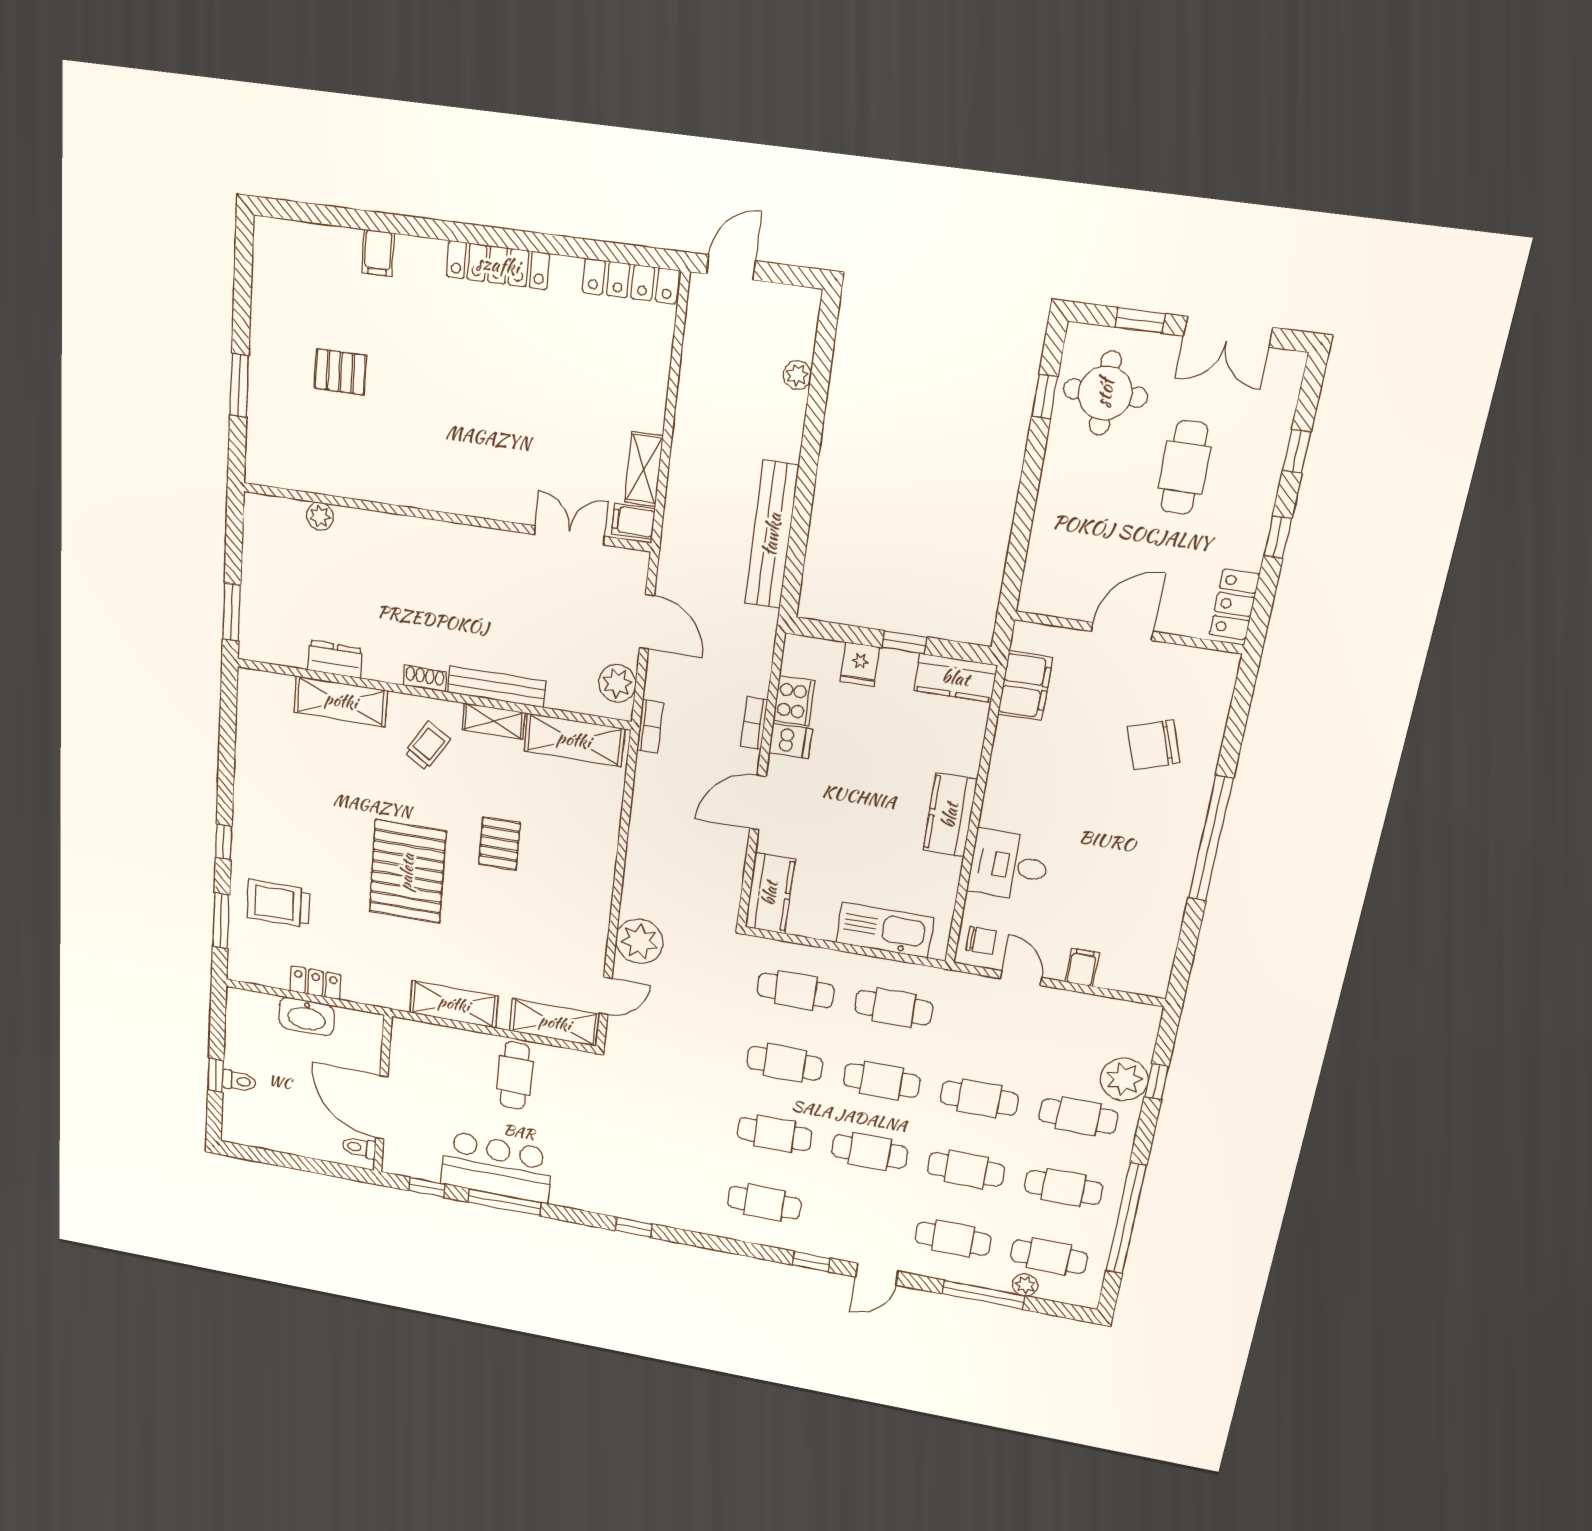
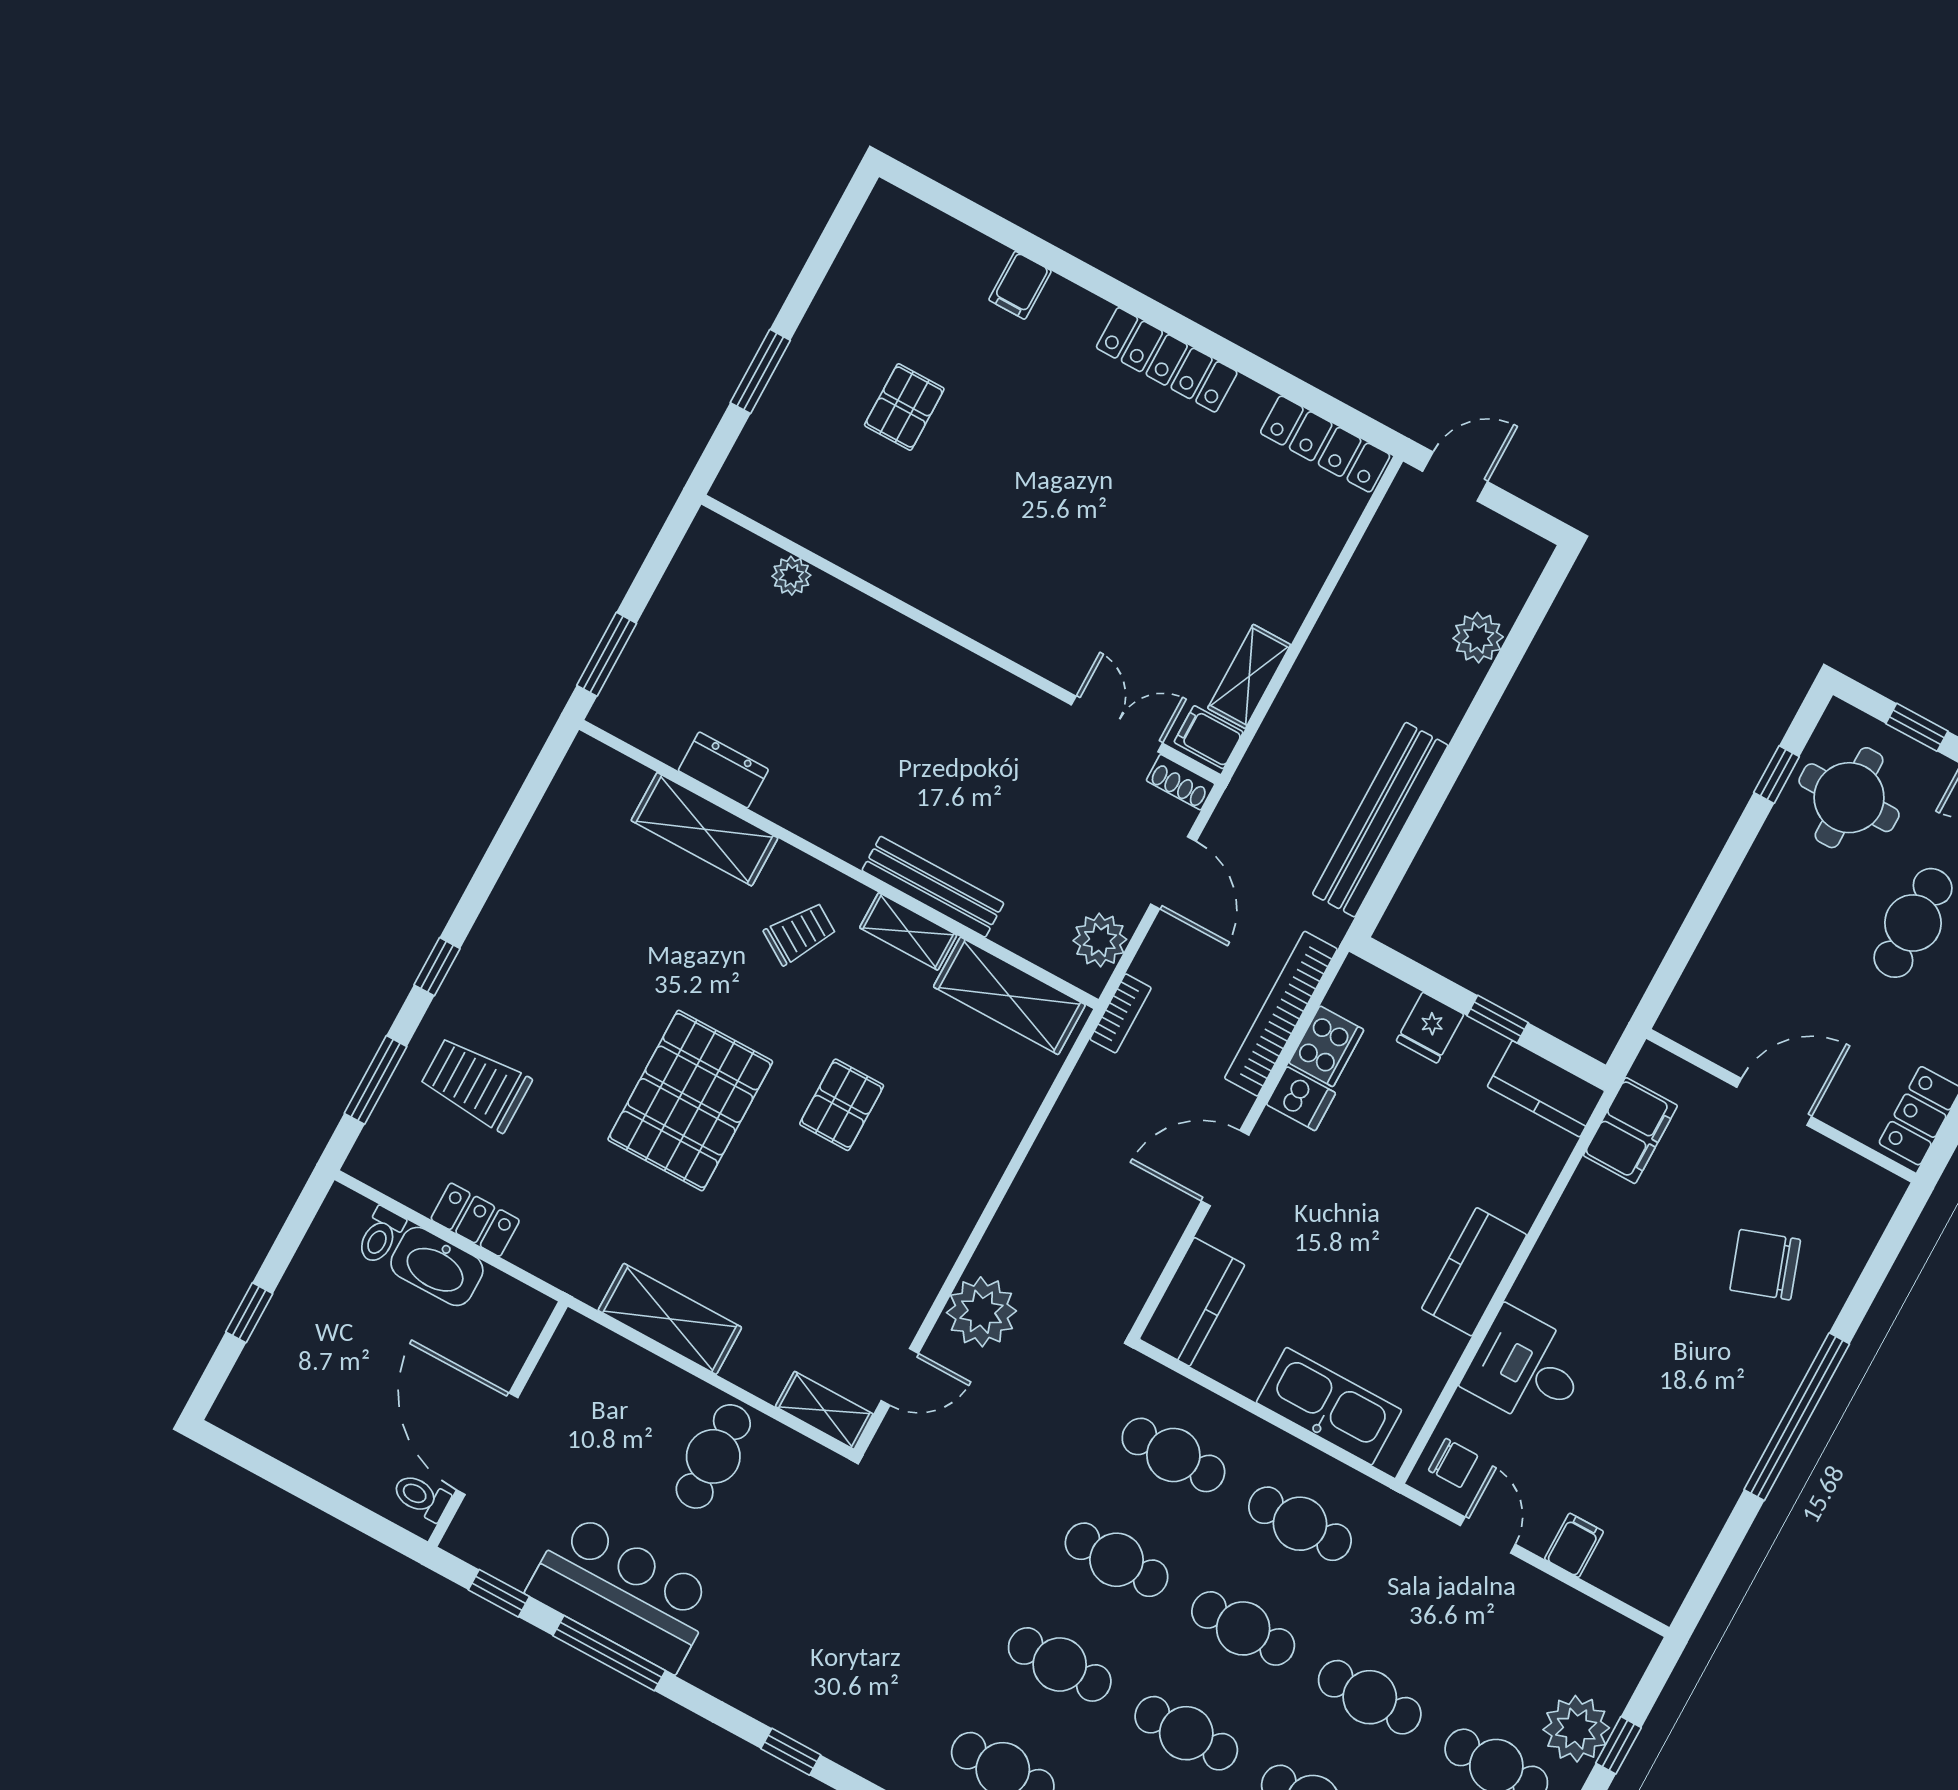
pallet: (340, 372) -> (904, 407), turned 90
plant: (797, 375) -> (1478, 638), width x1.38, depth x1.38
shoe rack: (425, 679) -> (1181, 782), moved, turned 180
bookcase: (754, 723) -> (1281, 1014), width x2.31, depth x1.31
shelving: (555, 1023) -> (824, 1410), width x0.67, depth x0.75
toilet: (239, 1081) -> (381, 1236), moved, turned 90

